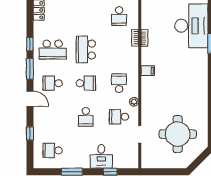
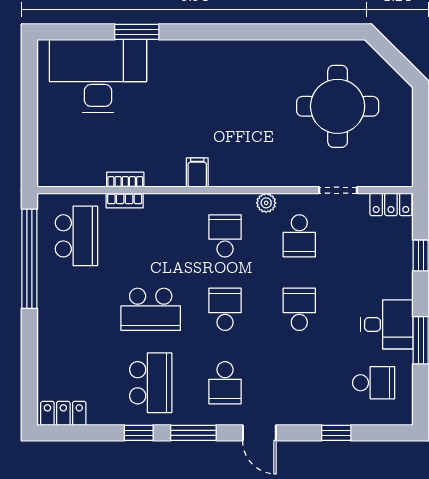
school desk: (119, 16) -> (76, 236), width x1.85
school desk: (119, 83) -> (225, 236), turned 90
door: (30, 99) -> (259, 433), swing flipped
school desk: (86, 117) -> (299, 309), turned -90
school desk: (53, 150) -> (374, 383), turned -90
desk: (101, 156) -> (387, 324), moved
locker: (133, 158) -> (391, 204), added

